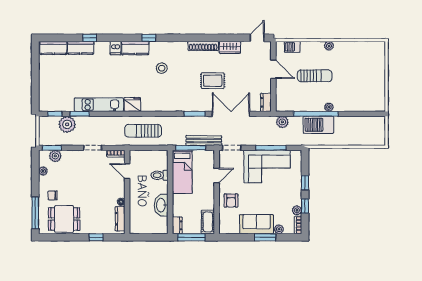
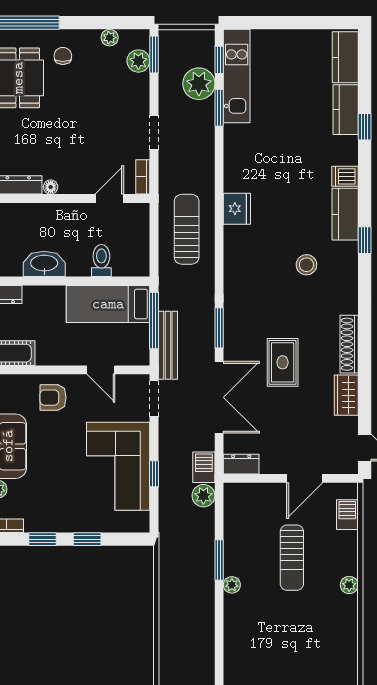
kitchen unit: (99, 105) -> (237, 76), moved
window: (316, 114) -> (219, 560), width x0.47
barbecue: (318, 125) -> (204, 467), moved, width x0.53, depth x0.65
window: (271, 148) -> (154, 474), width x0.46
plant: (297, 210) -> (34, 524), removed

